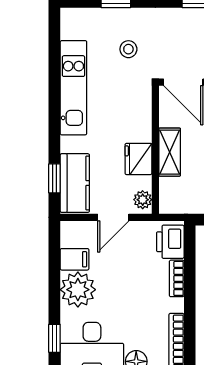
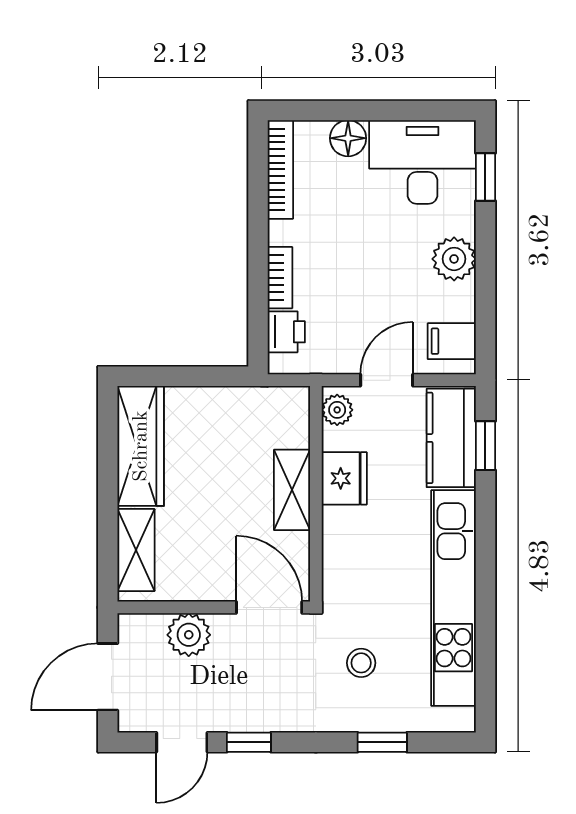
kitchen unit: (73, 88) -> (454, 598), width x1.36
printer: (170, 242) -> (286, 332), width x0.73, depth x0.81
filing cabinet: (75, 259) -> (452, 341), moved
plant: (78, 290) -> (454, 259), width x0.73, depth x0.73

